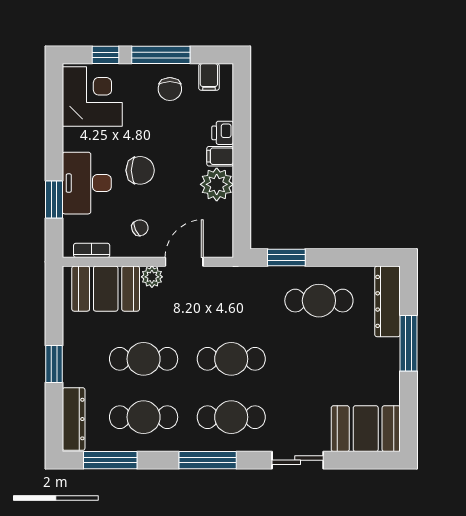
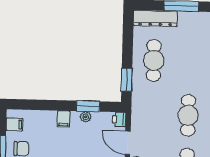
printer: (223, 133) -> (119, 119), moved, turned 90
plant: (217, 184) -> (86, 117), width x0.53, depth x0.53
window: (242, 196) -> (88, 106), added

